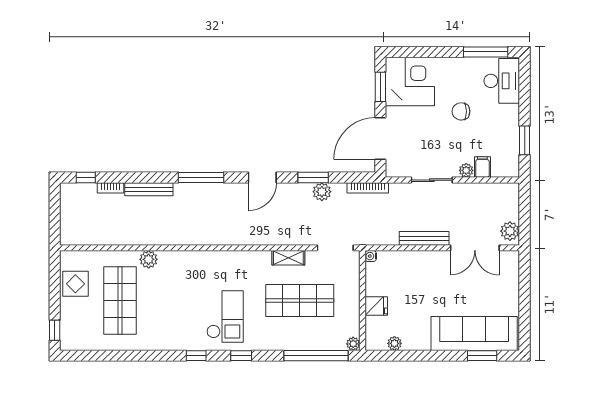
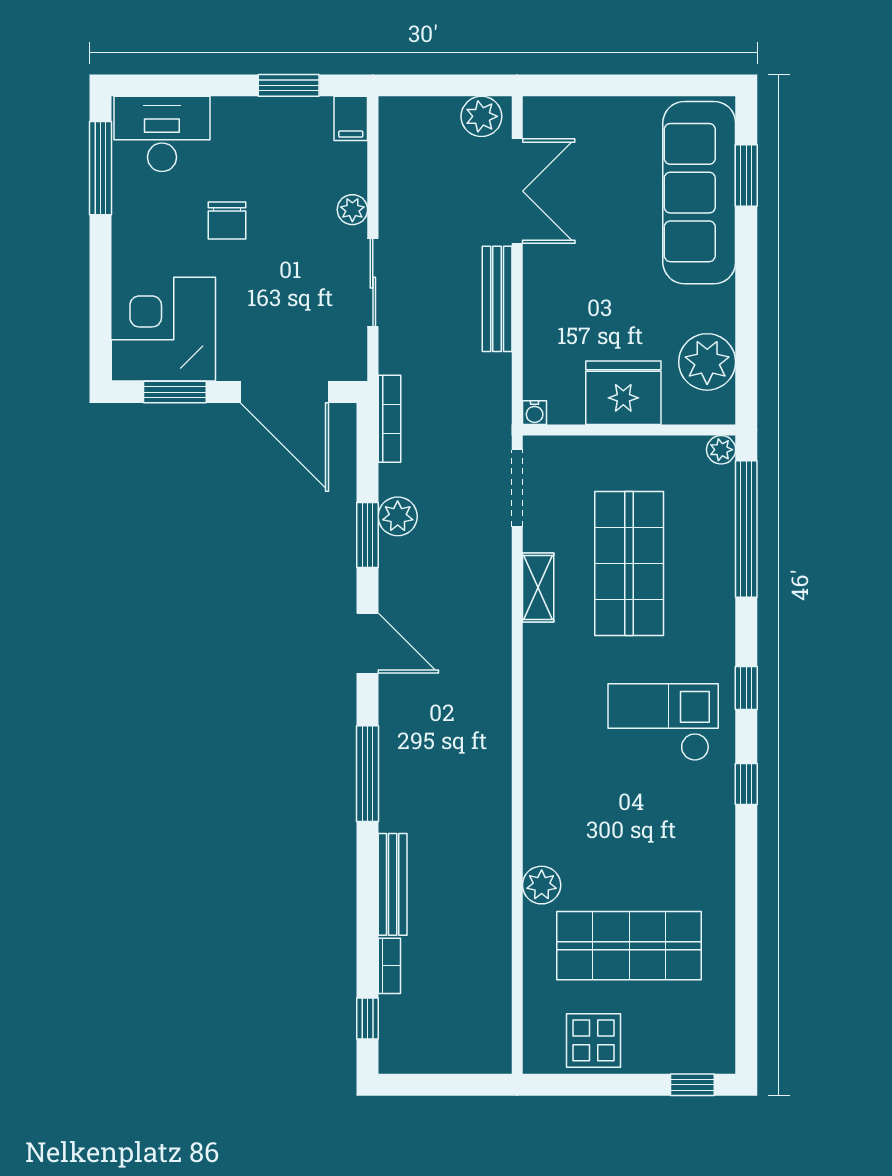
filing cabinet: (482, 167) -> (351, 118), moved, turned -90
fridge: (376, 306) -> (623, 393), width x1.88, depth x1.34
plant: (394, 343) -> (707, 362), width x1.88, depth x1.88

